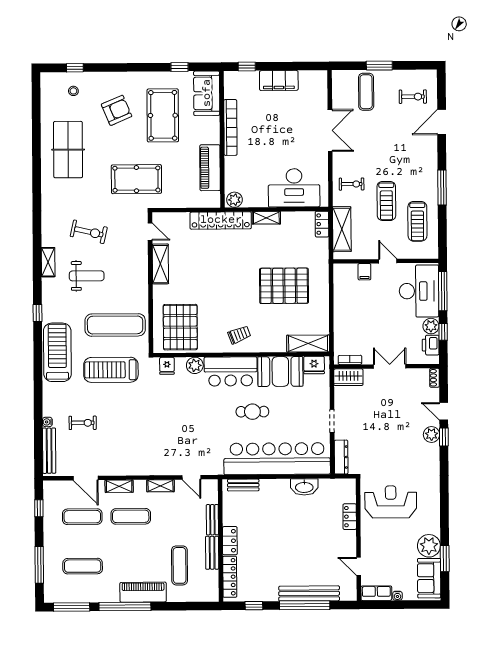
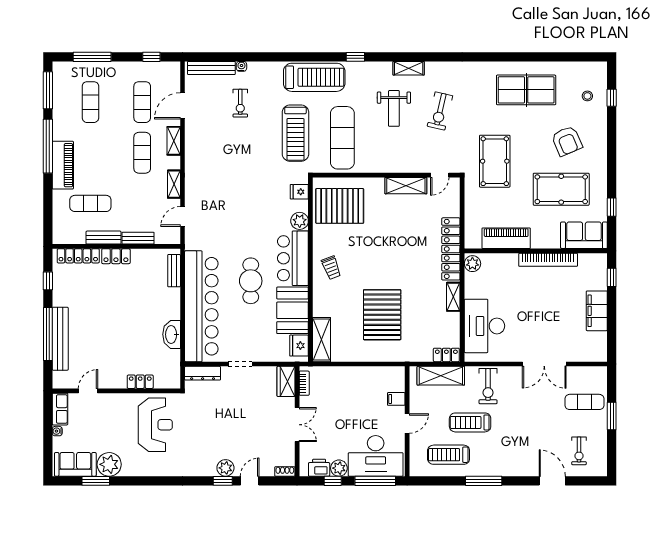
exercise bike: (352, 184) -> (488, 386), width x1.38, depth x1.39
treadmill: (111, 370) -> (295, 133), turned 180
cafe table: (252, 412) -> (251, 281), width x1.37, depth x1.35

